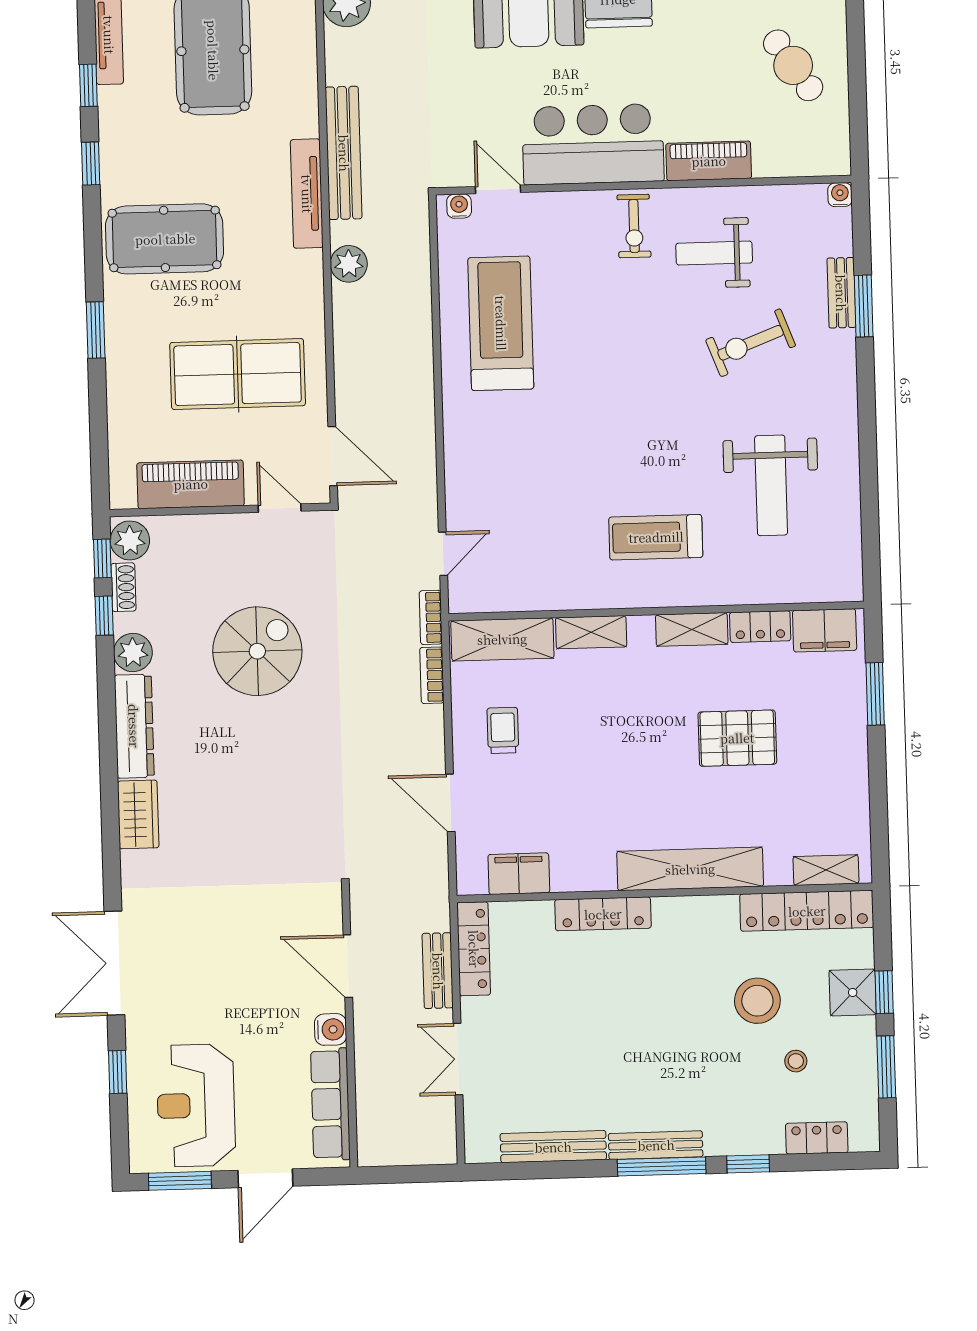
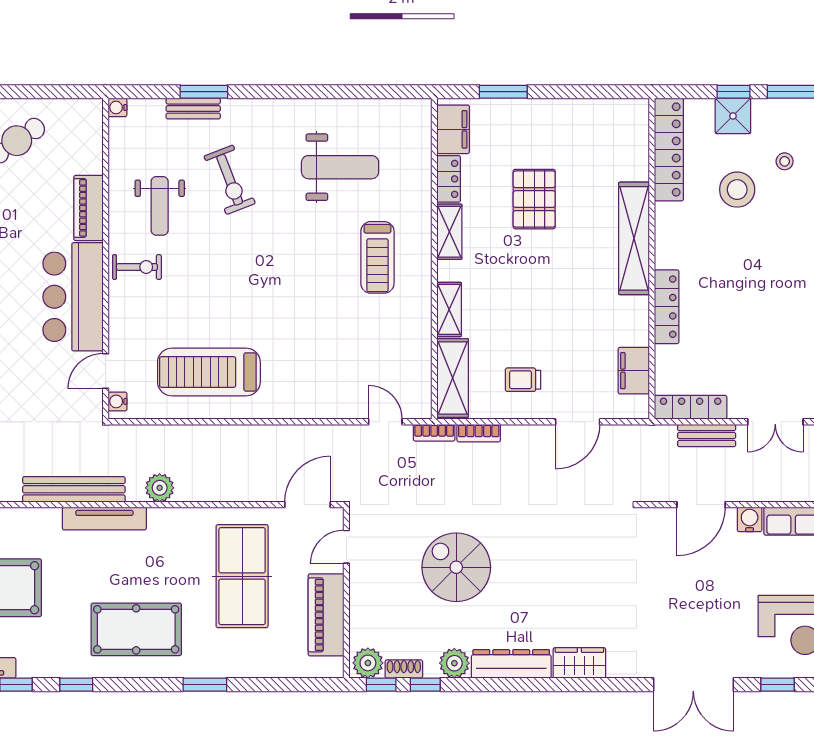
pool table: (165, 239) -> (136, 629), turned 90
shelving: (826, 870) -> (638, 134), removed

